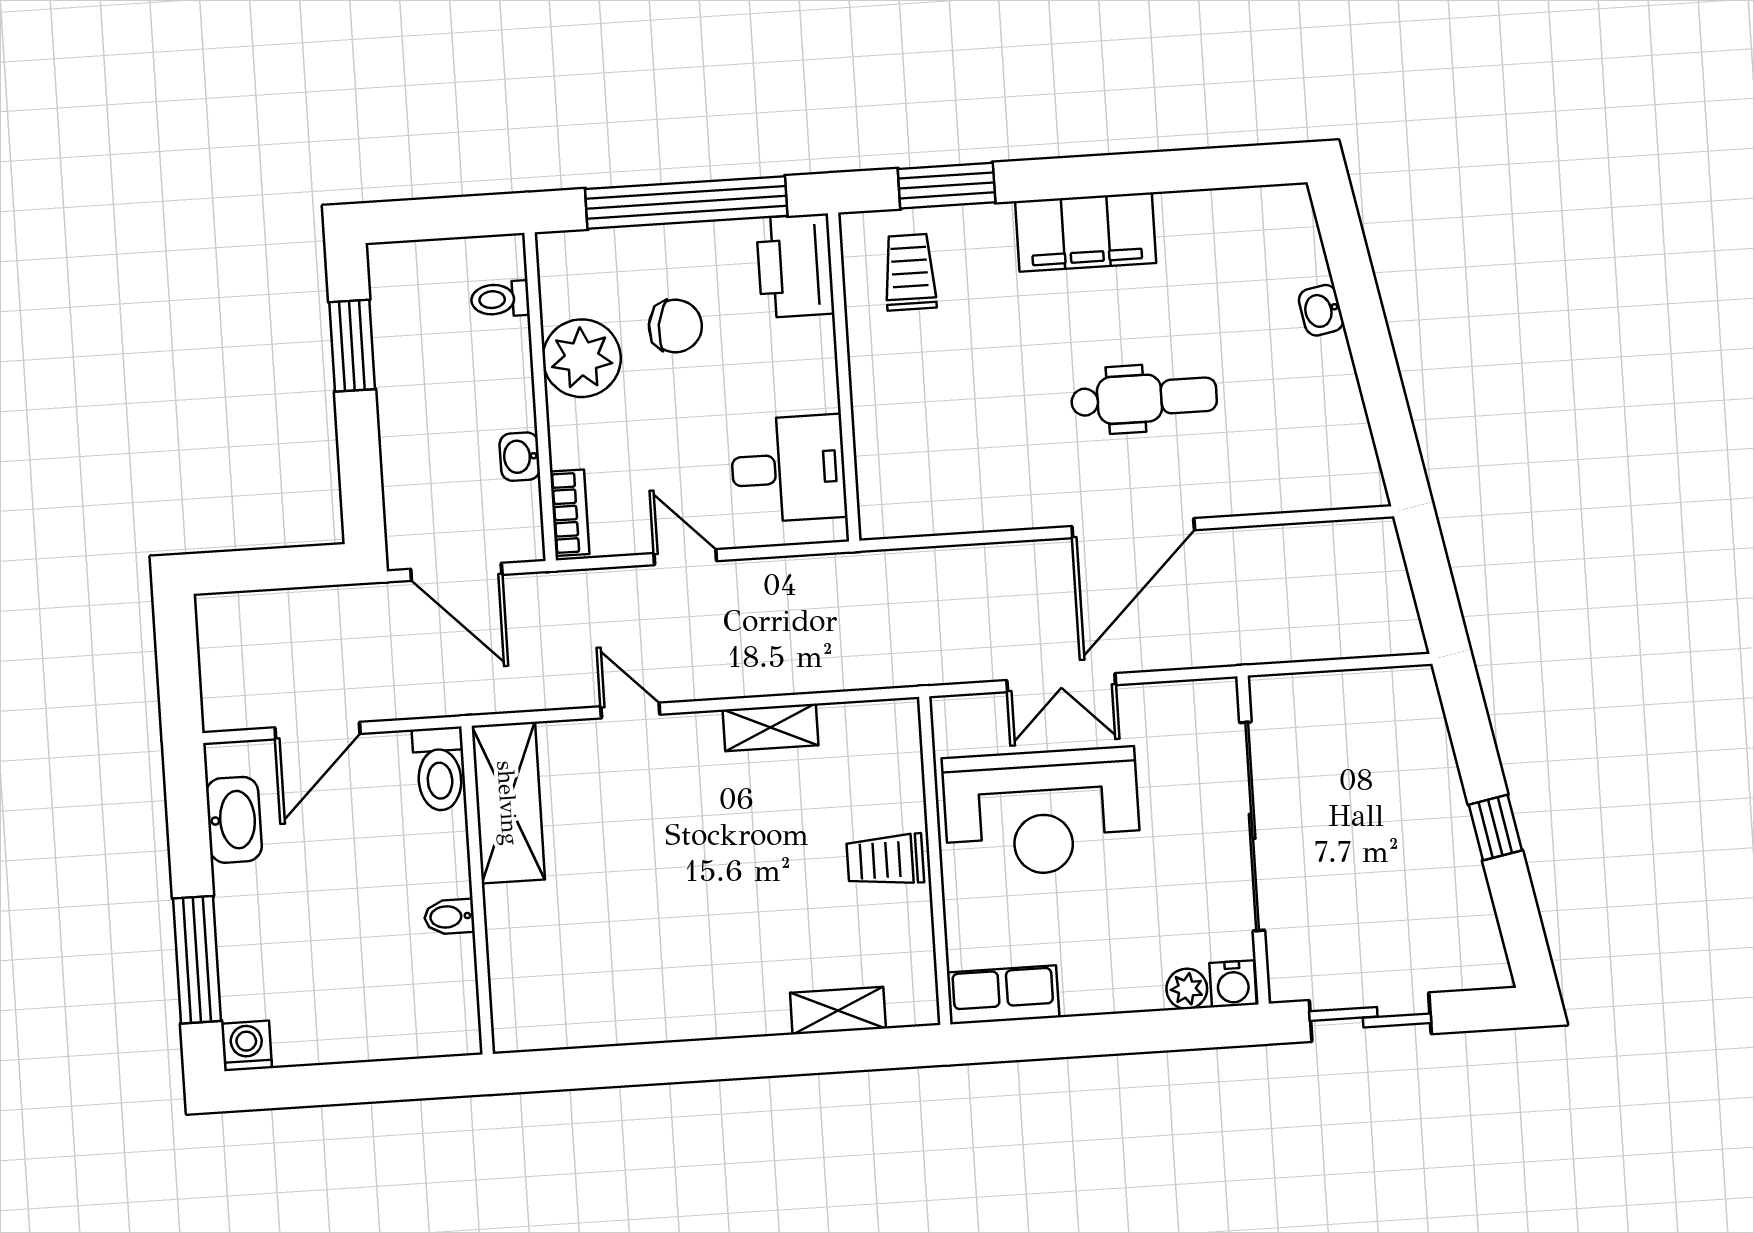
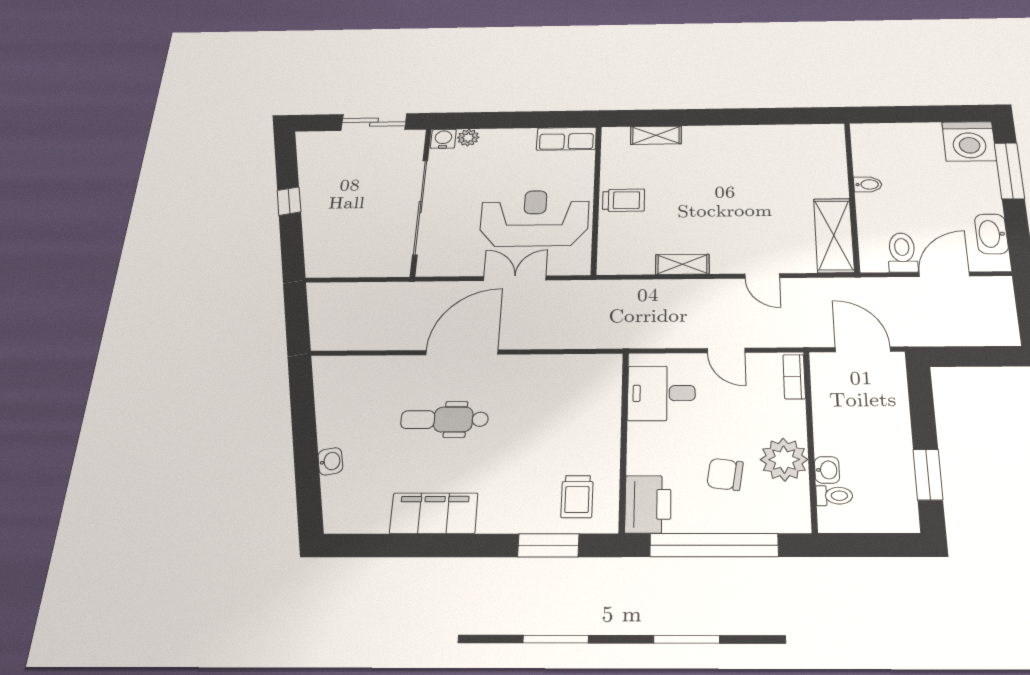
filing cabinet: (1086, 232) -> (434, 513), moved
washbasin: (520, 457) -> (827, 470), moved
toilet: (439, 769) -> (902, 252), moved
washing machine: (247, 1046) -> (969, 141), width x1.89, depth x1.89

